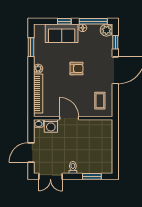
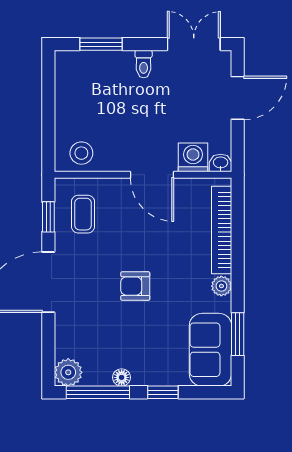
sofa: (62, 33) -> (210, 350), moved, turned -90
window: (115, 42) -> (48, 217), moved
stool: (101, 128) -> (81, 153), added

